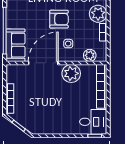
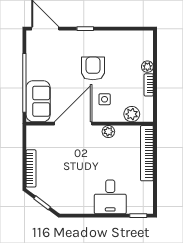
plant: (98, 14) -> (147, 67), width x0.53, depth x0.53
armchair: (59, 19) -> (93, 68), turned -90
plant: (71, 73) -> (108, 132), width x0.53, depth x0.53
desk: (93, 122) -> (110, 197), moved, turned 90

